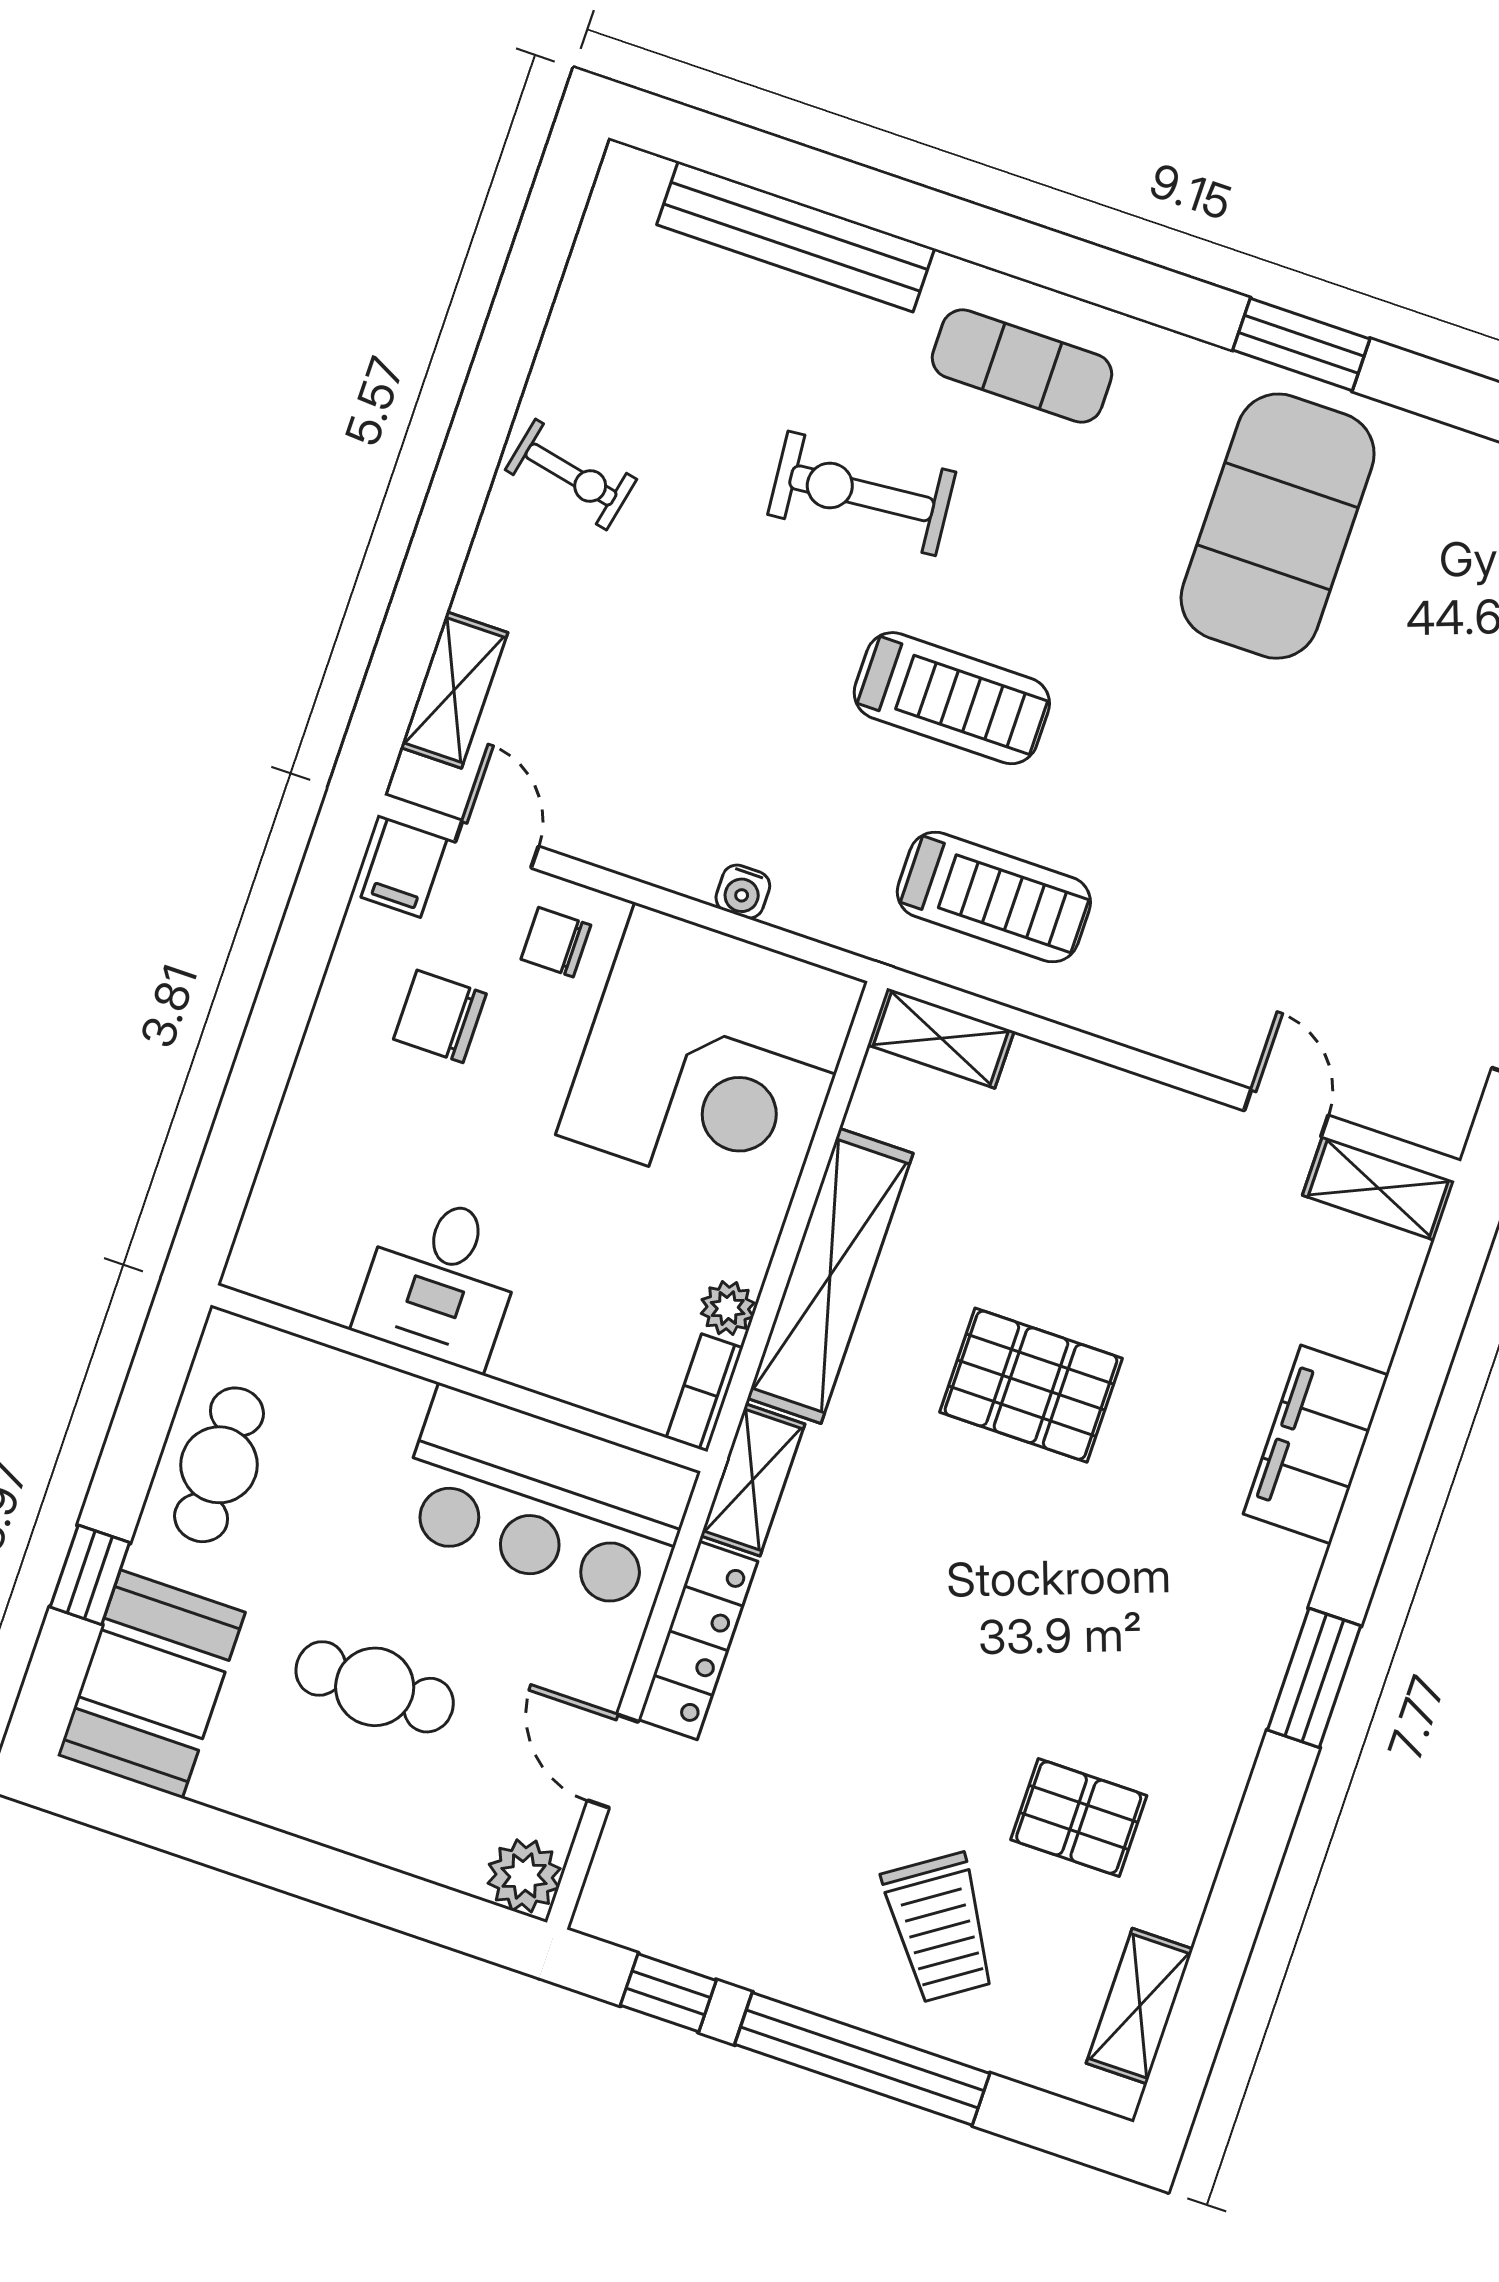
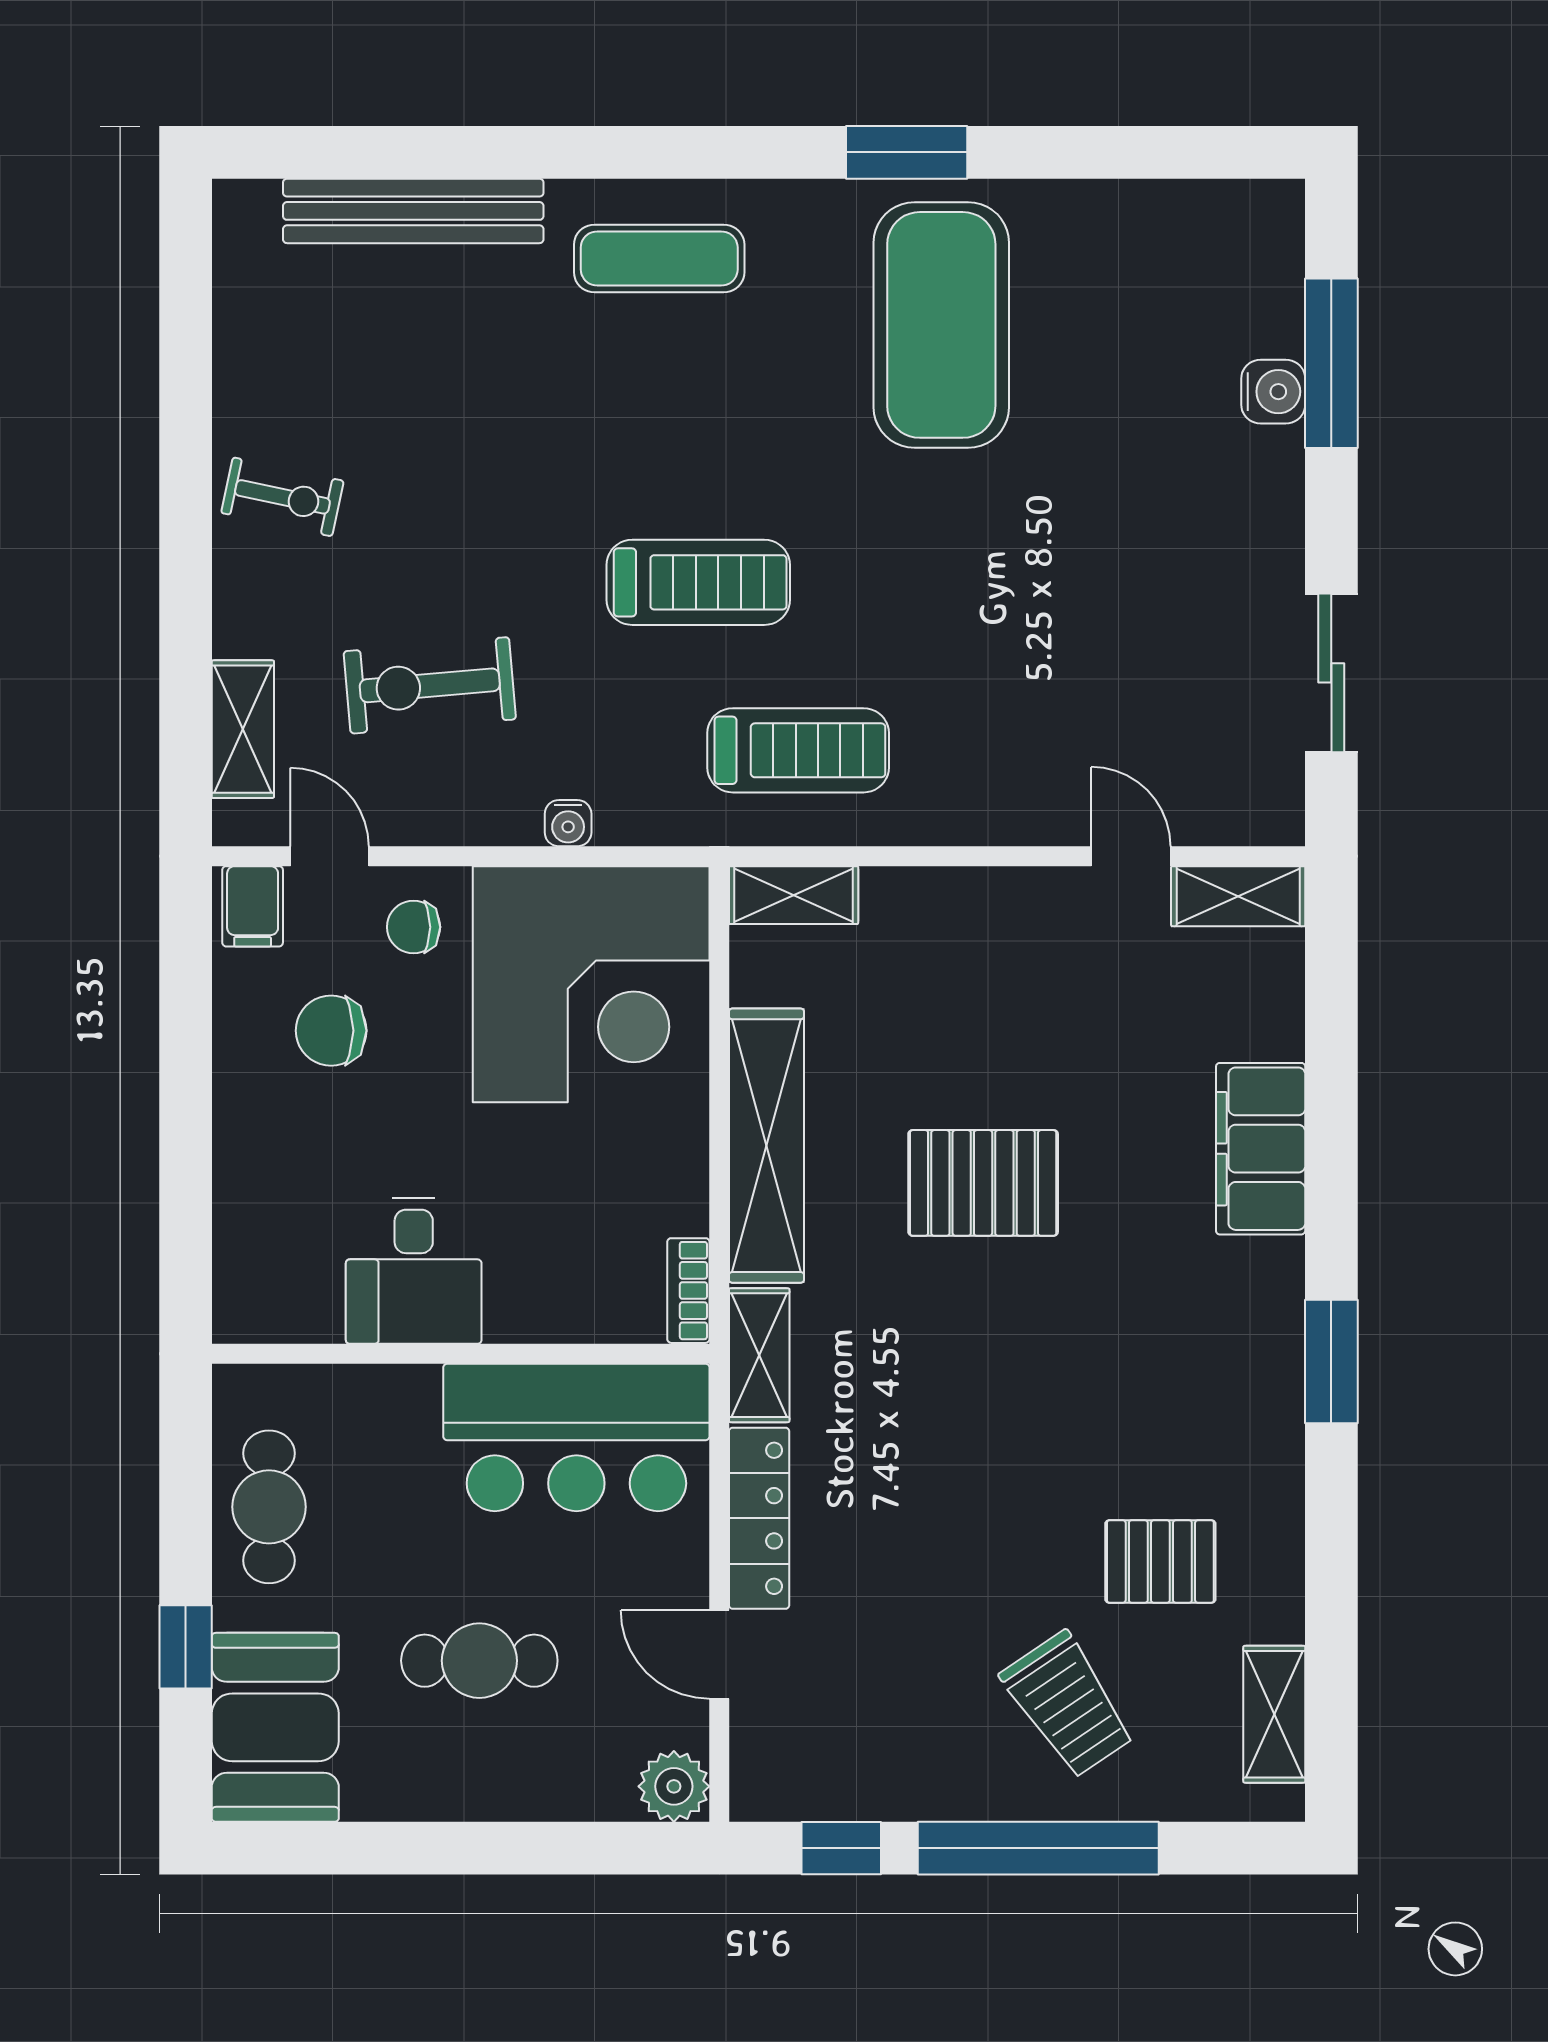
exercise bike: (862, 493) -> (430, 685), moved
plant: (728, 1308) -> (683, 1207), removed

